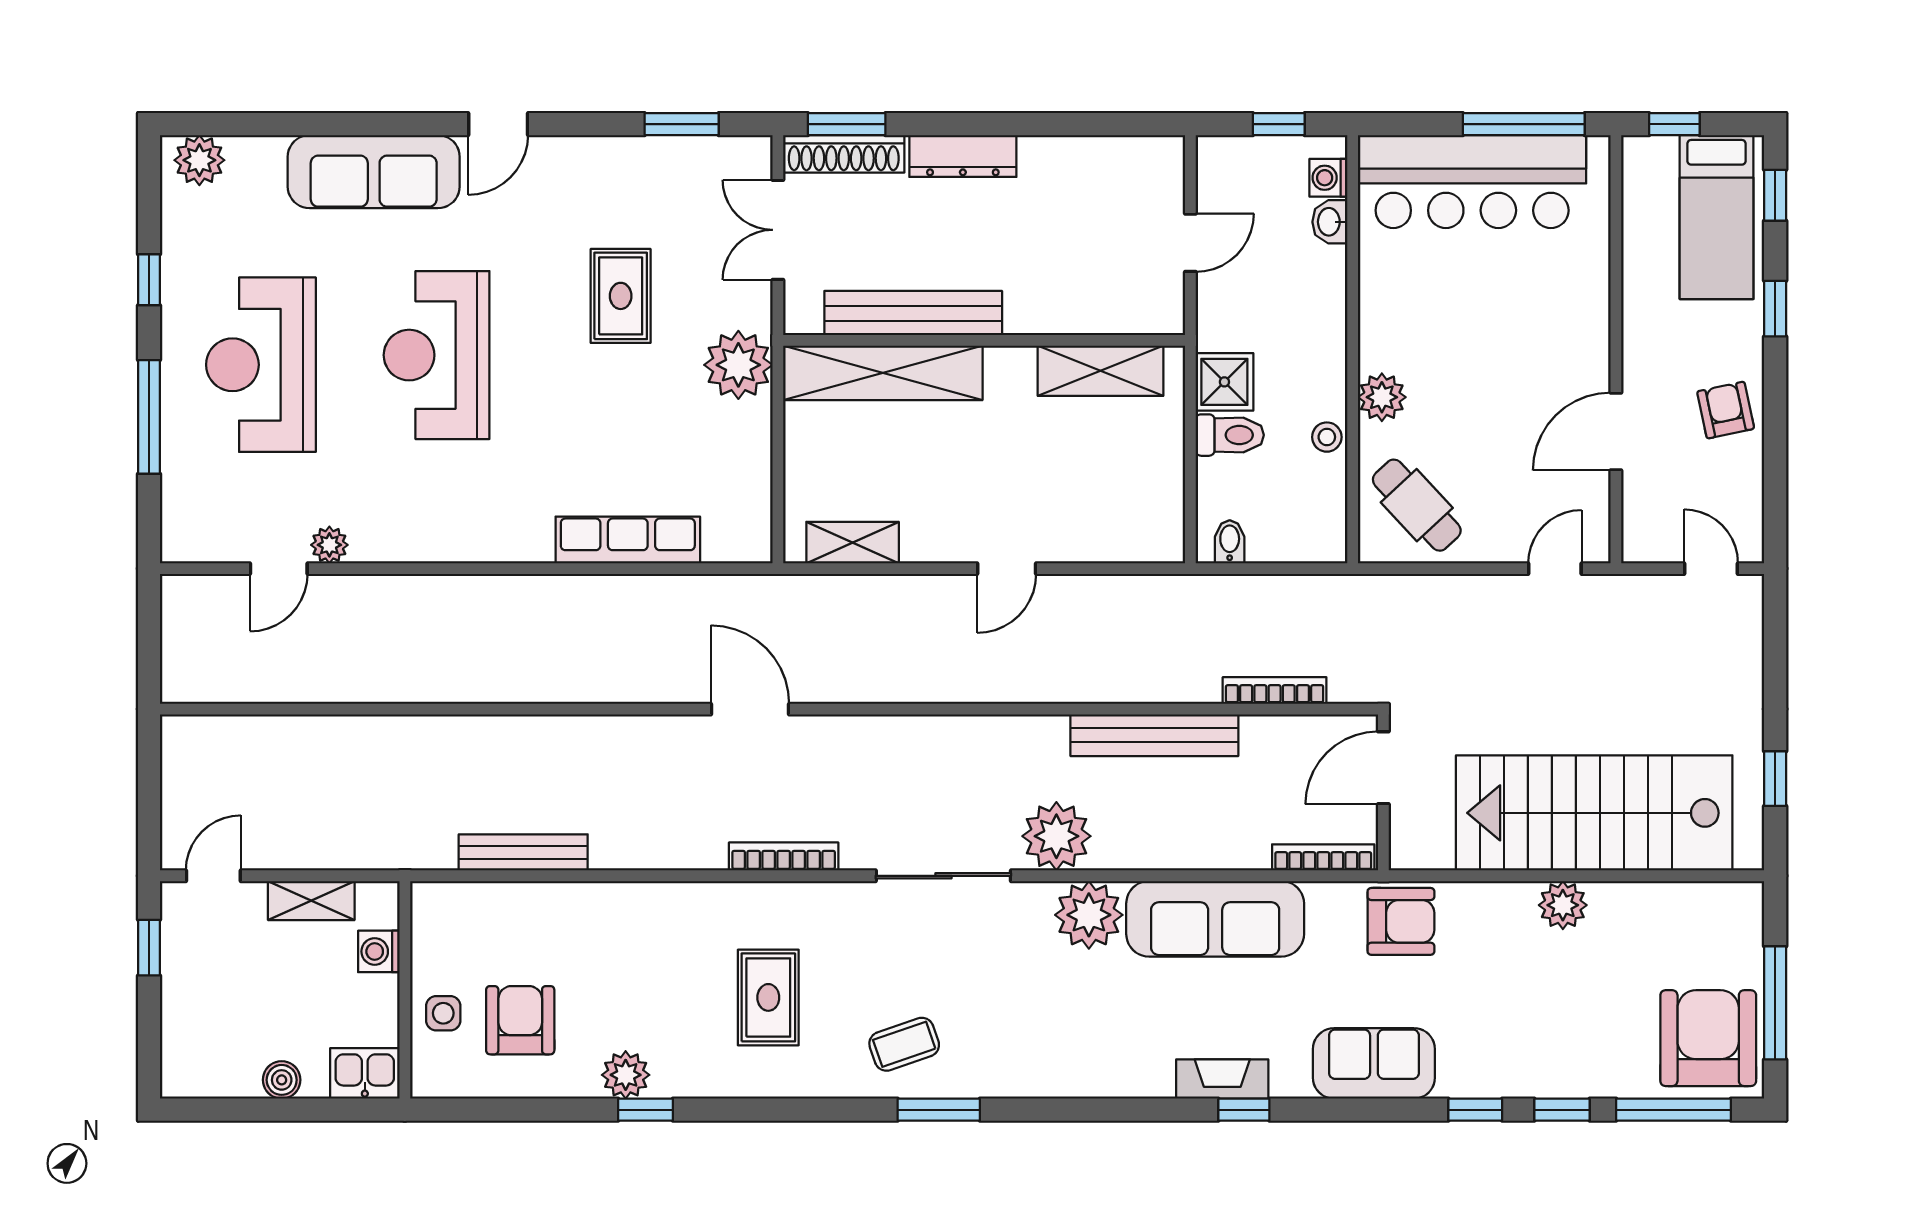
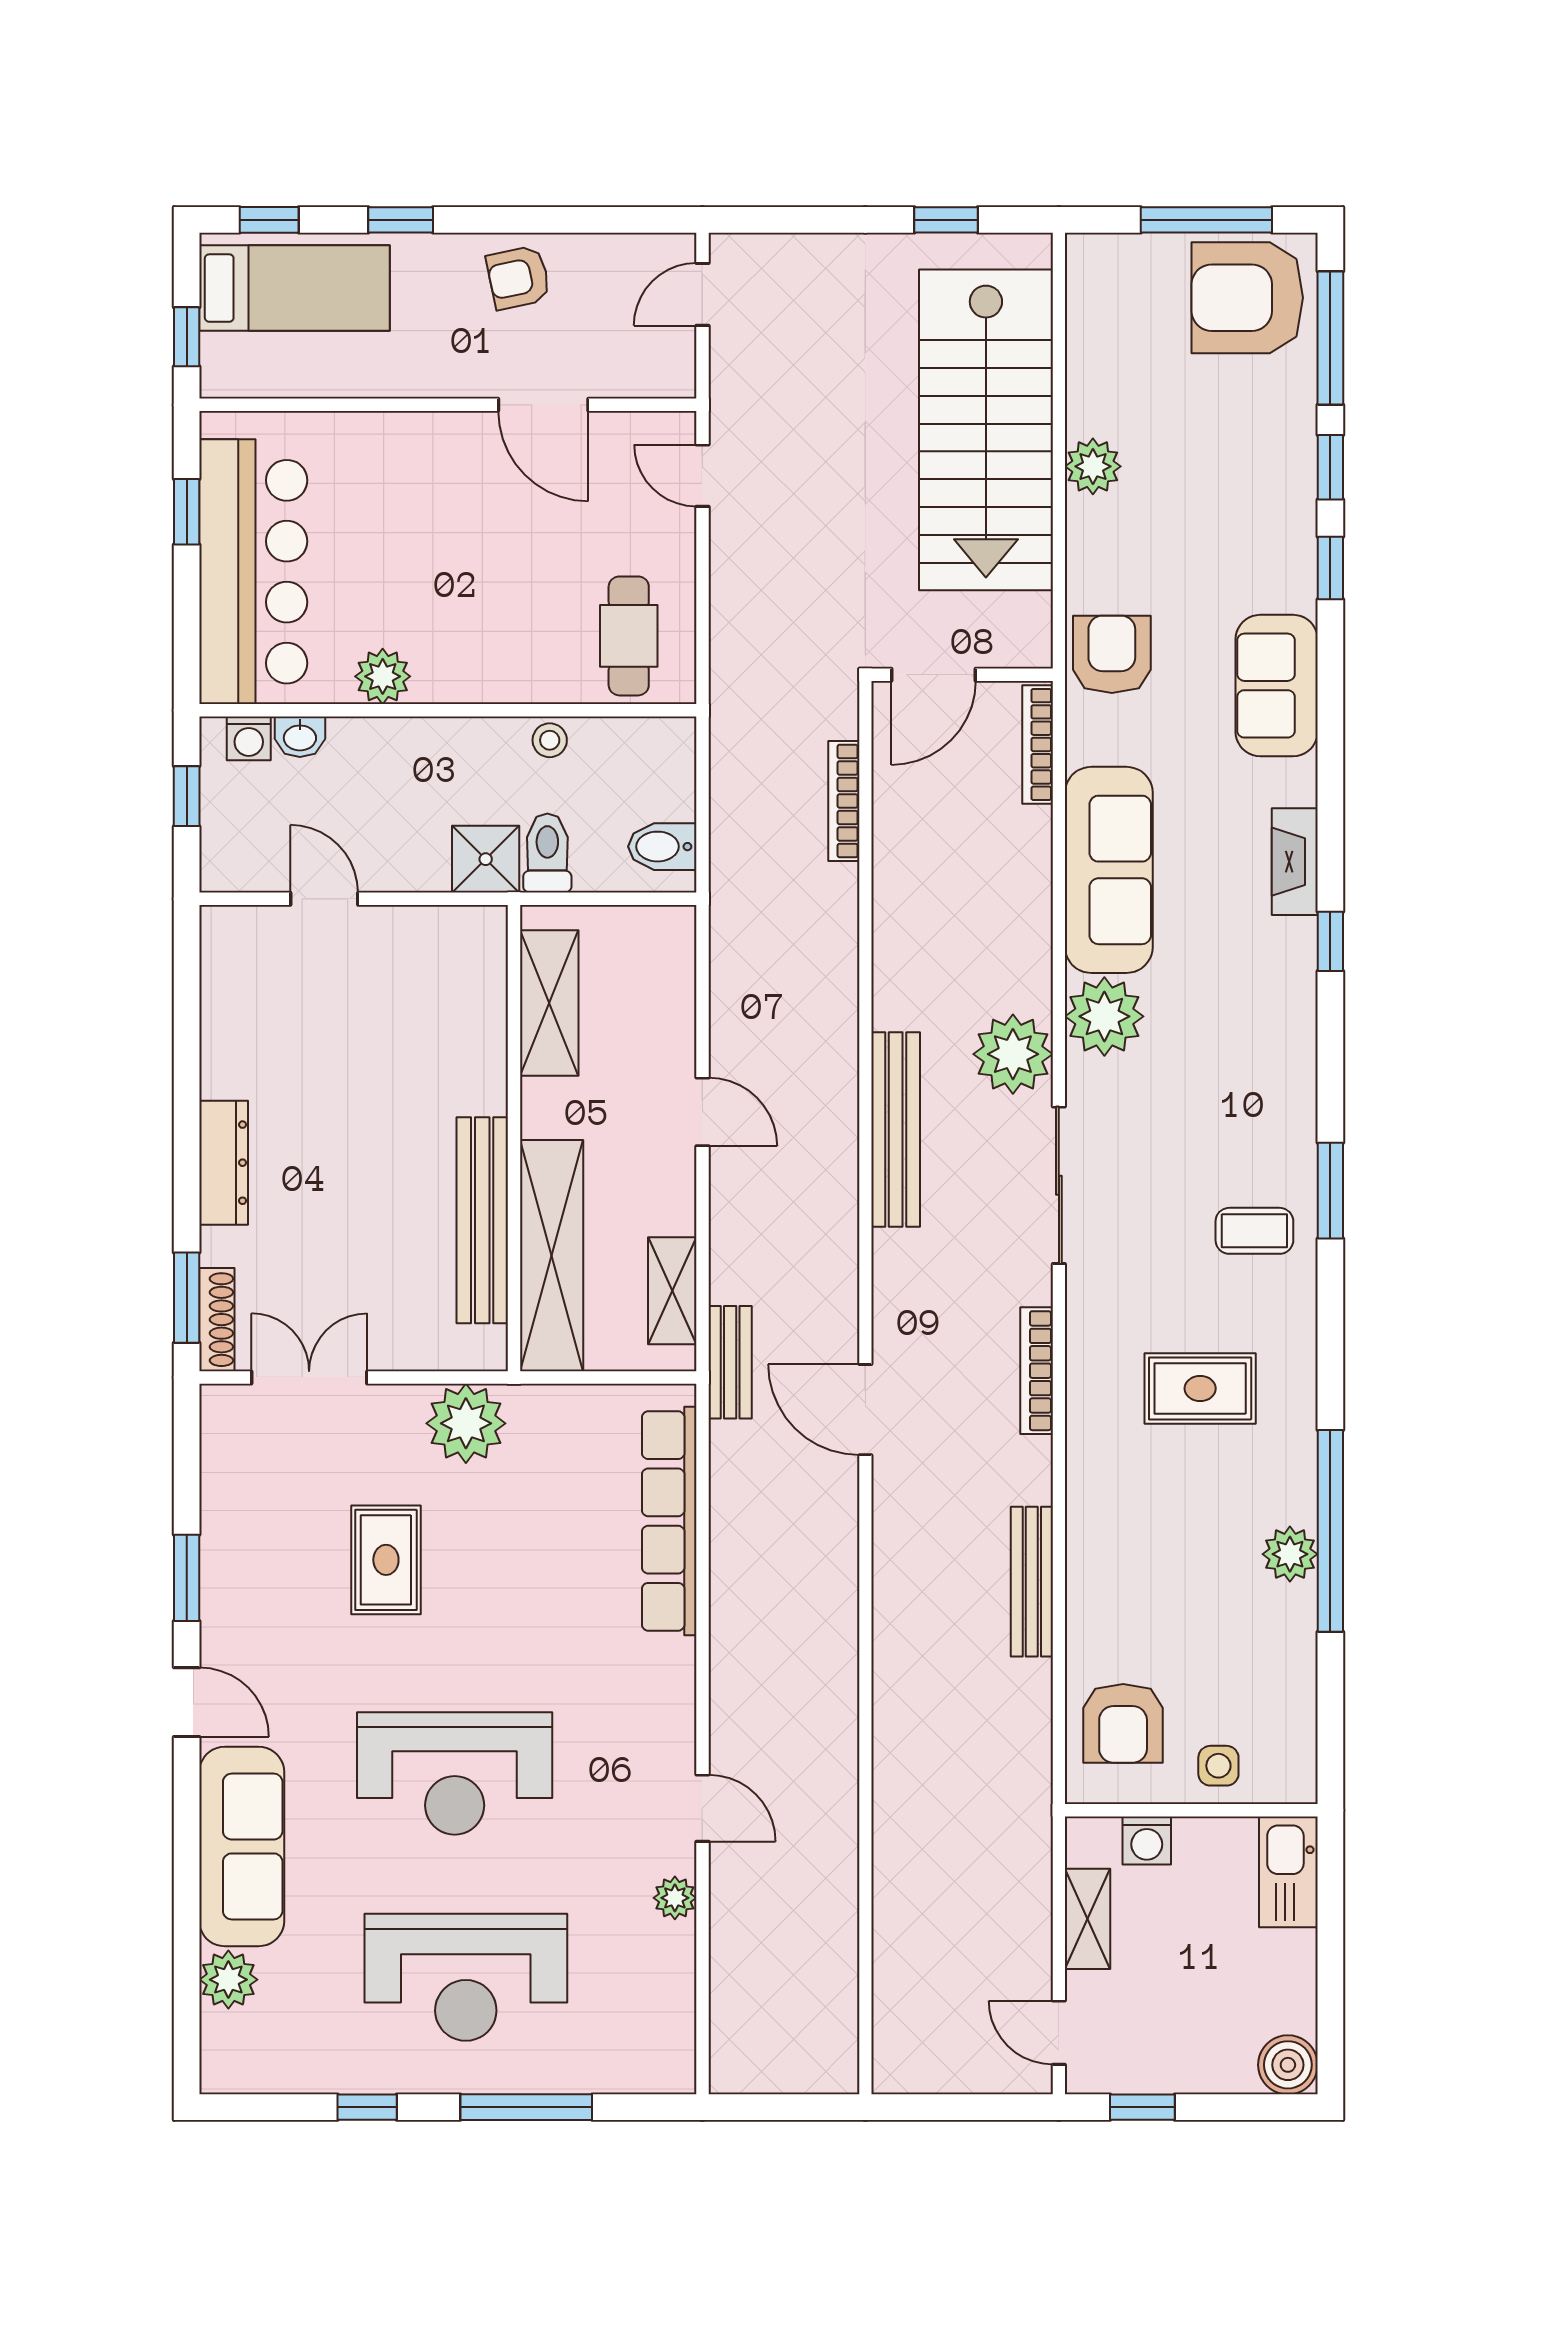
window: (682, 124) -> (187, 1578), moved
window: (1524, 124) -> (187, 512), width x0.46
shoe rack: (844, 154) -> (217, 1320), width x0.74, depth x0.81
plant: (199, 160) -> (228, 1980), moved
double door: (778, 230) -> (309, 1377), swing flipped
rug: (621, 296) -> (386, 1560), turned 90
bench: (913, 313) -> (482, 1220), moved
wall: (984, 340) -> (514, 1138), moved
shelving: (1100, 371) -> (549, 1003), moved
shelving: (883, 373) -> (552, 1256), moved
plant: (1382, 397) -> (383, 676), moved
cafe table: (1417, 505) -> (629, 636), turned -47
row of seats: (628, 540) -> (669, 1521), width x1.36
bidet: (1230, 542) -> (662, 847), width x1.38, depth x1.36
door: (279, 569) -> (702, 1808), moved
bench: (791, 592) -> (730, 1362), added
door: (750, 709) -> (865, 1410), hinge flipped
bench: (1154, 735) -> (896, 1130), moved
door: (1383, 768) -> (934, 675), hinge flipped
bench: (523, 852) -> (1032, 1582), moved
armchair: (520, 1020) -> (1123, 1723), moved, turned -90
coffee table: (904, 1044) -> (1254, 1231), turned -71
kitchen sink: (365, 1073) -> (1288, 1872), width x1.38
boiler: (282, 1080) -> (1288, 2065), moved, width x1.36, depth x1.36
window: (646, 1110) -> (1330, 1531), width x3.17
window: (1244, 1110) -> (1330, 941), moved

